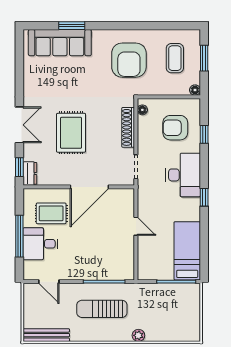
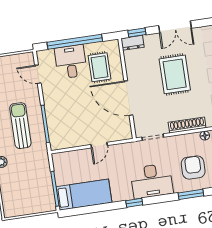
rug: (71, 133) -> (175, 74), turned 90
window: (204, 134) -> (191, 194), width x1.50
window: (19, 236) -> (75, 42), width x1.46
door: (49, 282) -> (38, 74), hinge flipped

